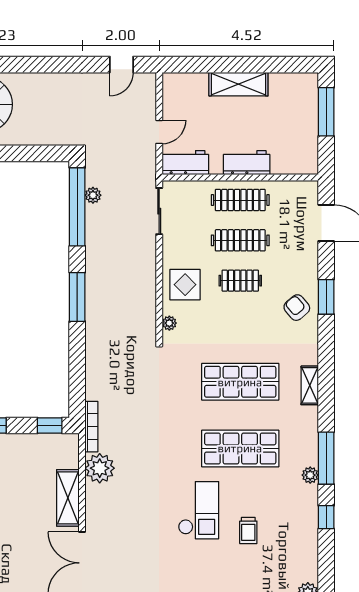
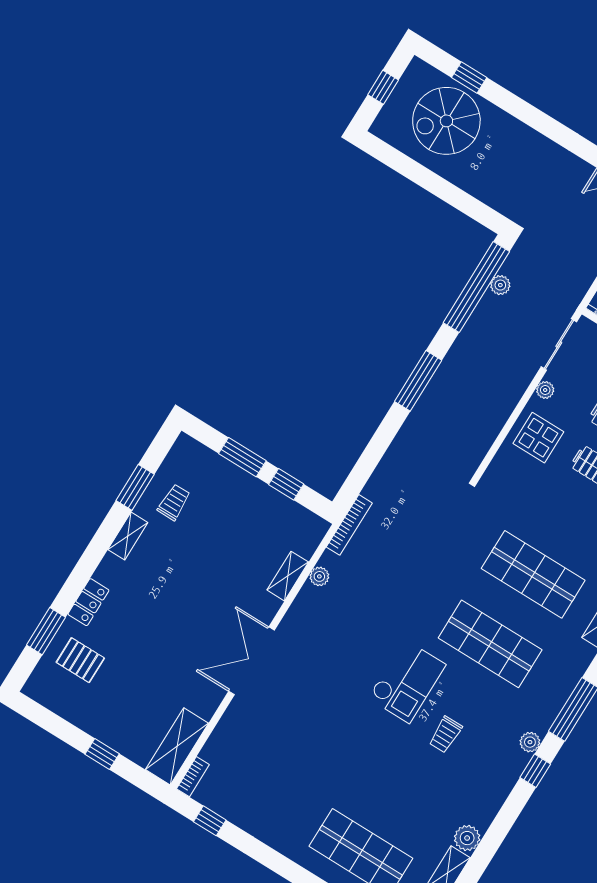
plant: (169, 323) -> (545, 390), moved
window: (50, 425) -> (286, 484), moved
plant: (100, 468) -> (319, 576), width x0.53, depth x0.53
plant: (310, 475) -> (530, 742), moved
shelving: (68, 498) -> (288, 576), width x0.67, depth x0.75

